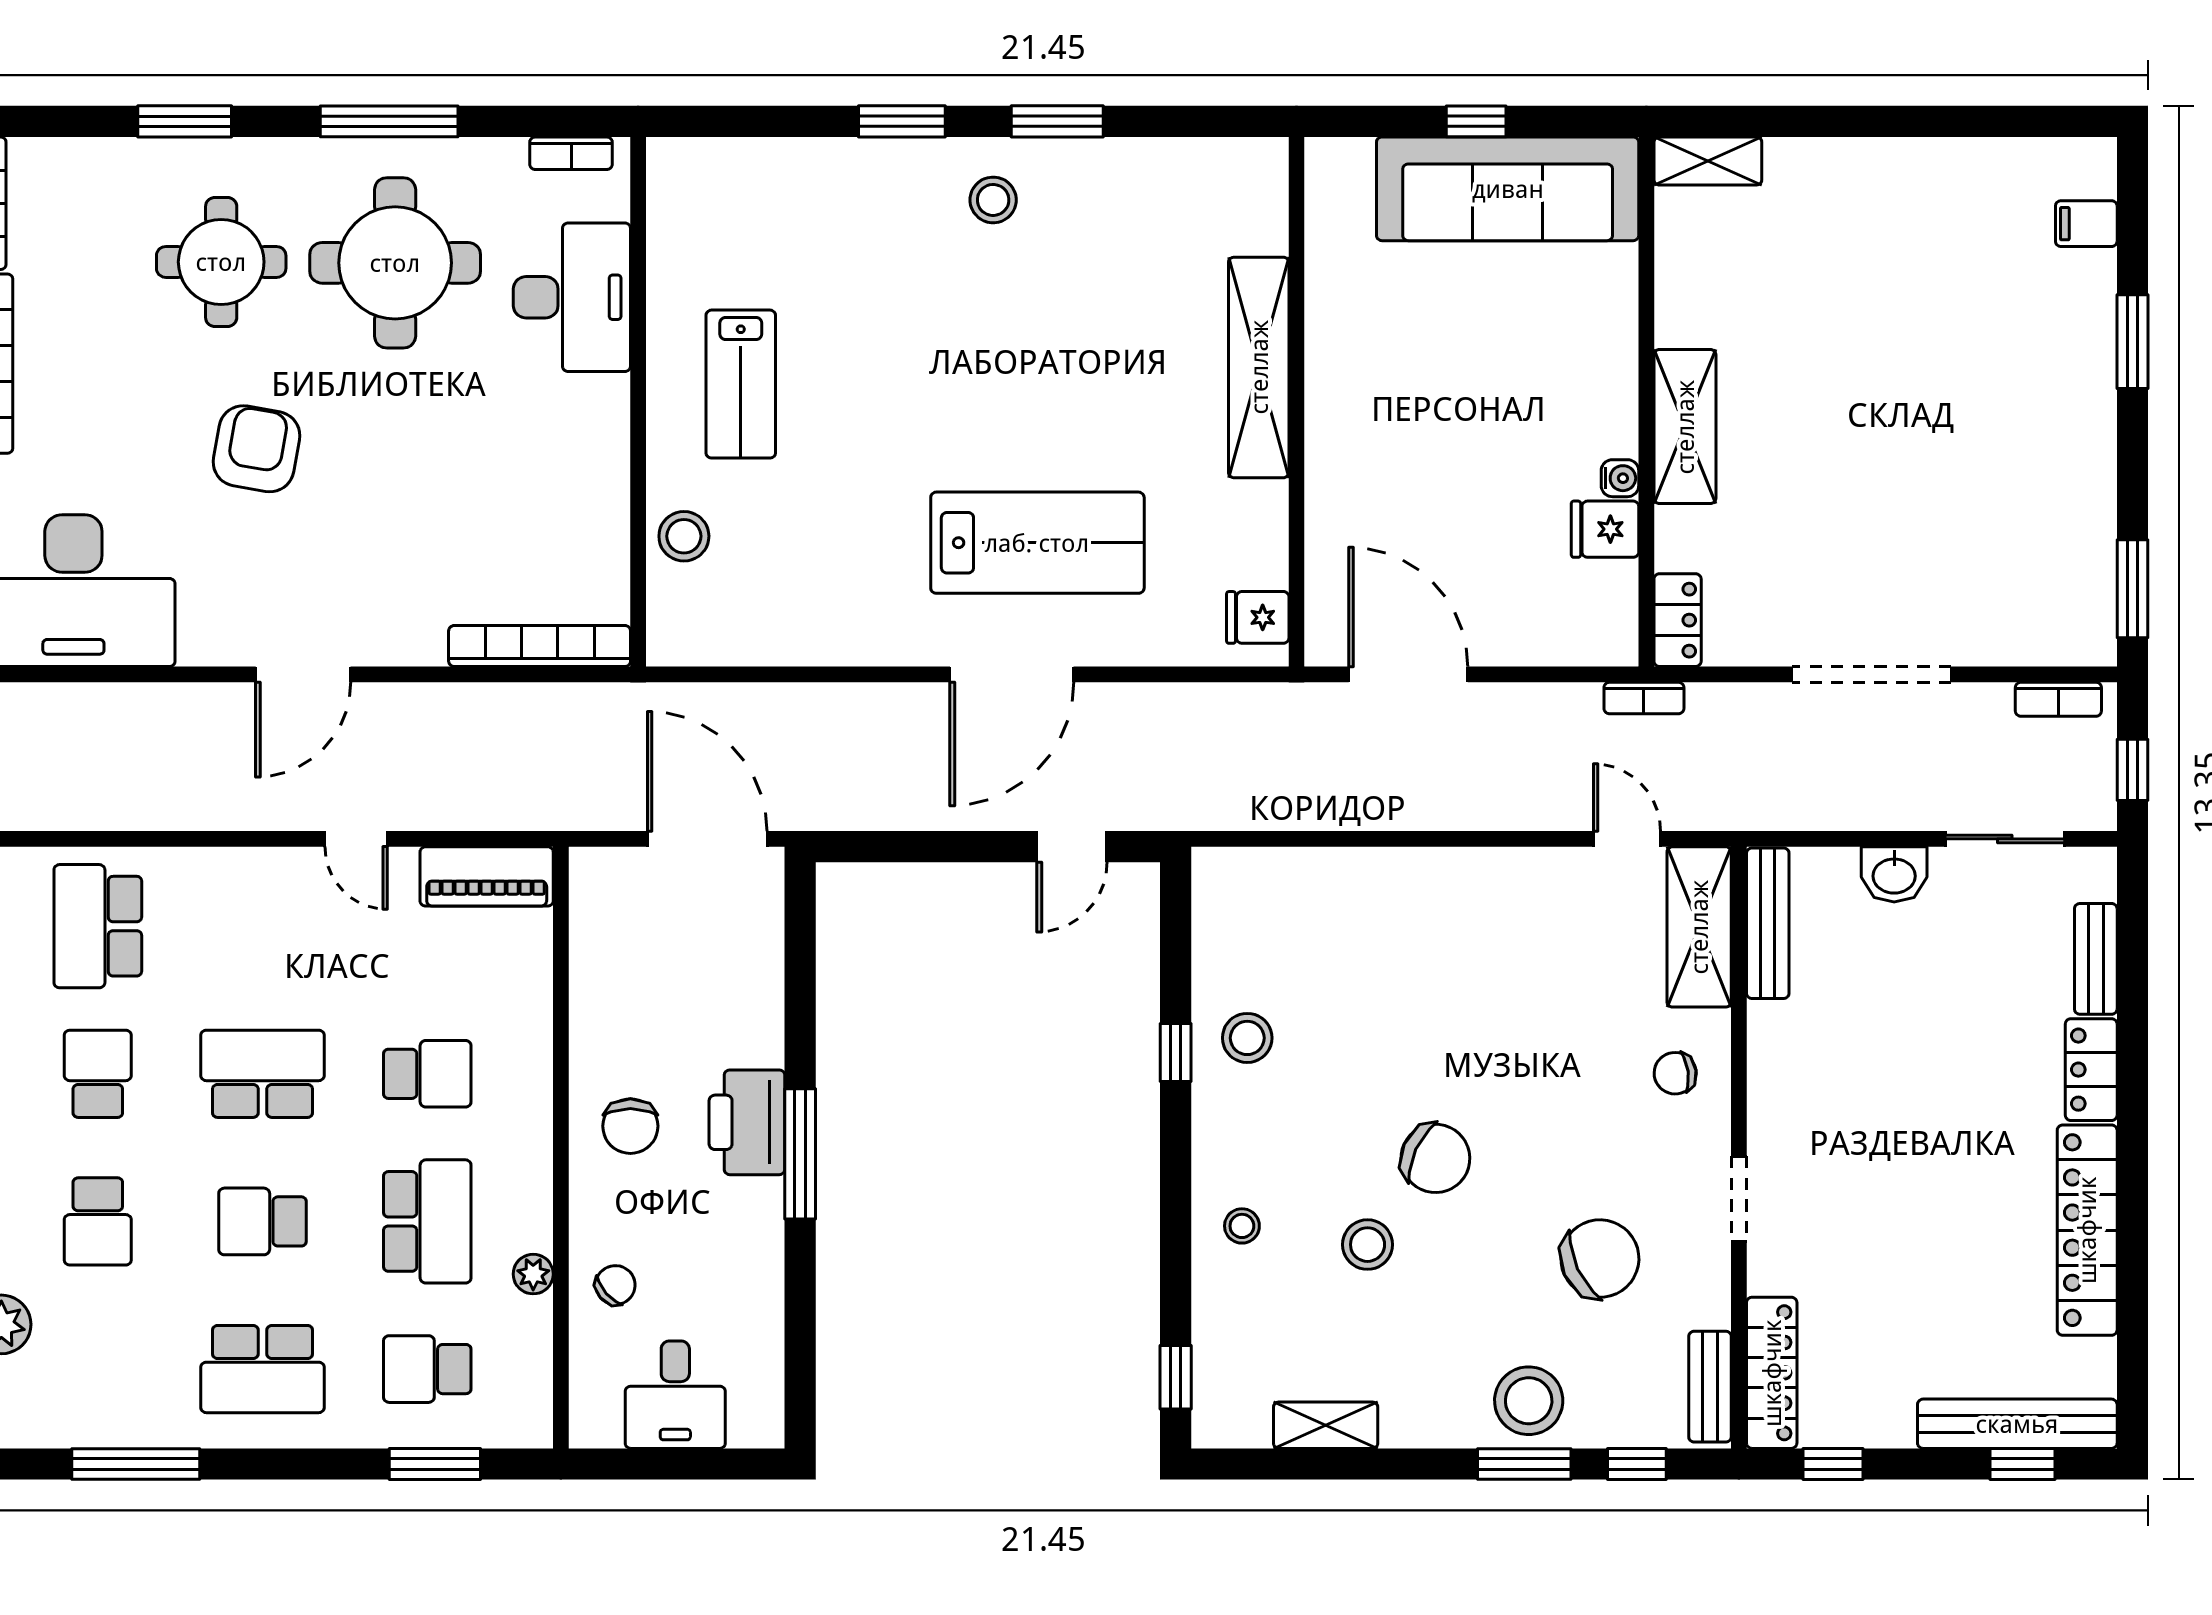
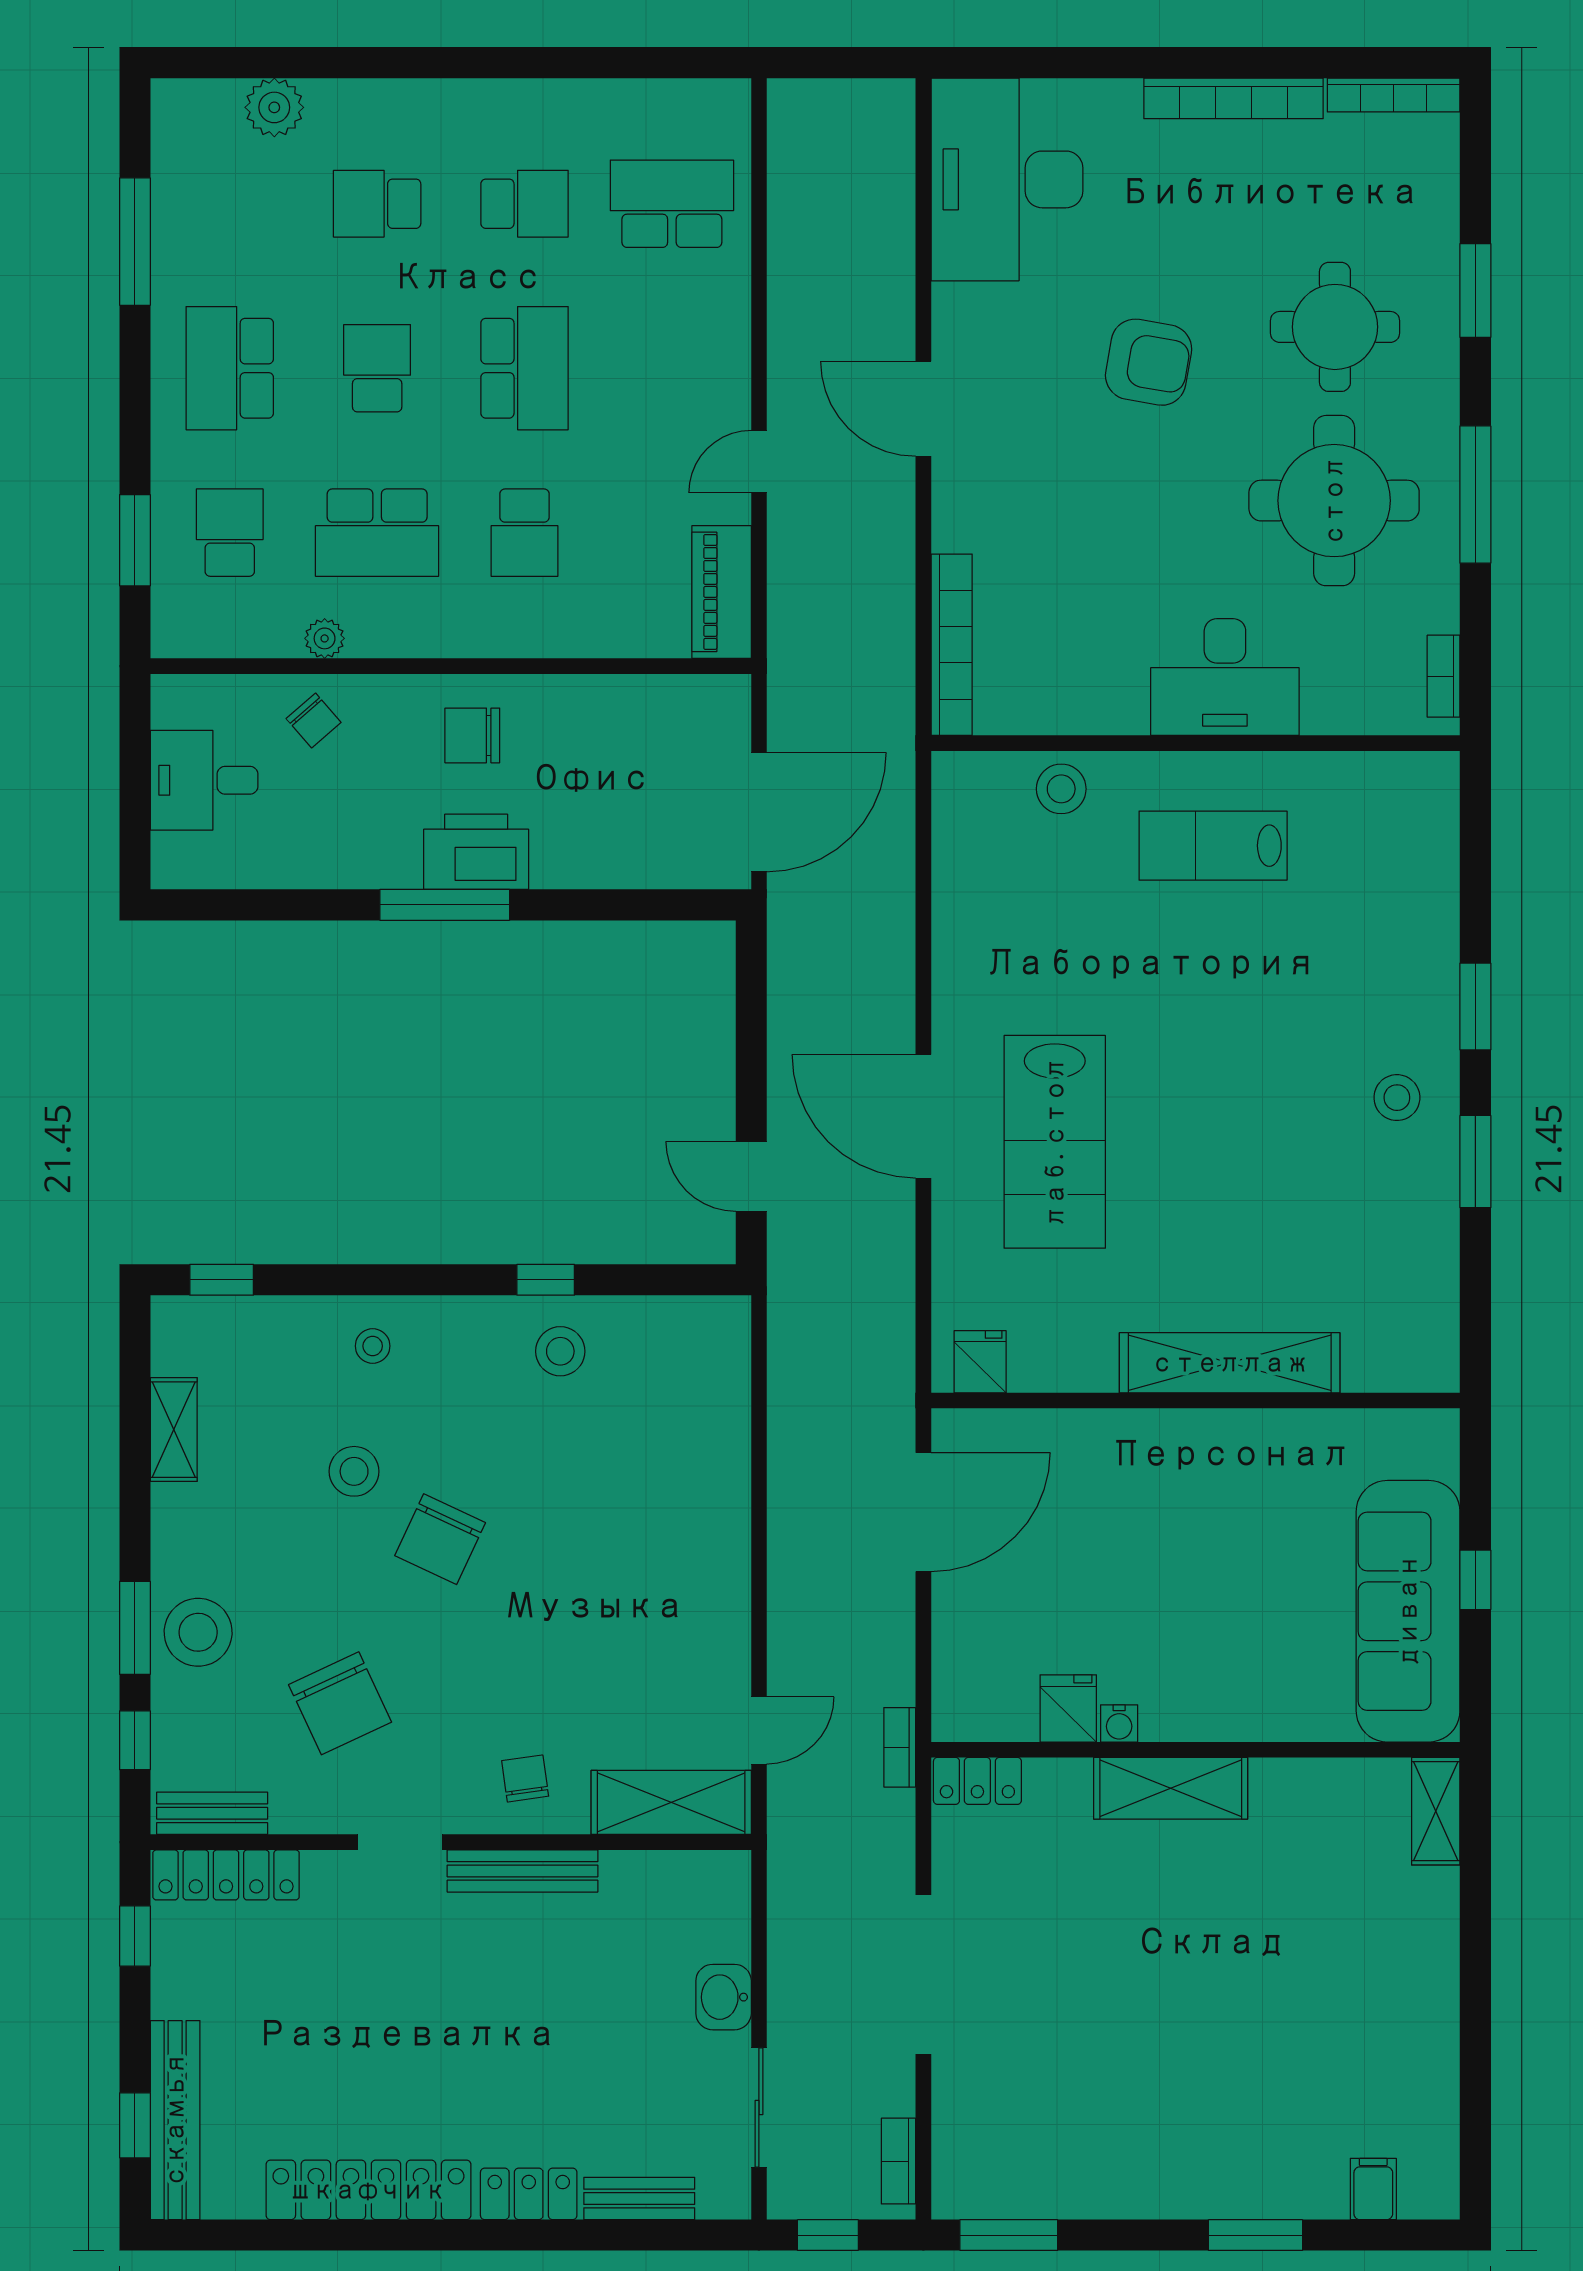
desk: (572, 297) -> (1225, 677), moved
bench: (1768, 923) -> (522, 1871), moved

